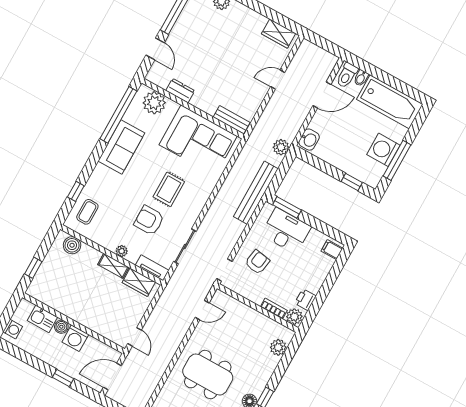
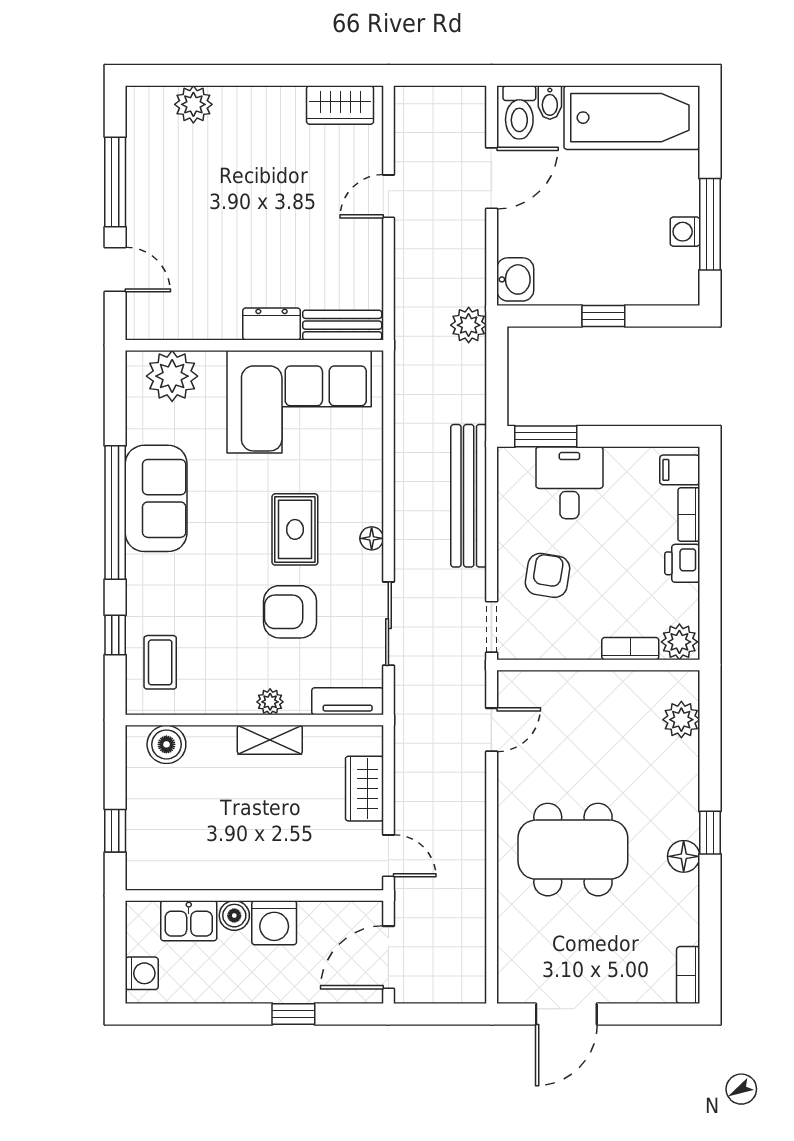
dresser: (180, 91) -> (272, 324), moved
window: (118, 115) -> (115, 513), moved
washing machine: (383, 150) -> (685, 232), width x0.53, depth x0.53
window: (352, 182) -> (603, 316), moved
bench: (256, 193) -> (469, 496), moved
floor lamp: (197, 209) -> (372, 538), added
desk: (286, 231) -> (569, 483), width x0.73
bookcase: (326, 269) -> (689, 515), added
wardrobe: (139, 282) -> (364, 789), moved, turned 90
printer: (305, 300) -> (682, 563), moved

